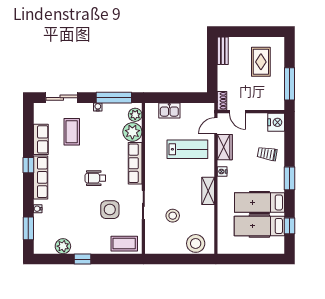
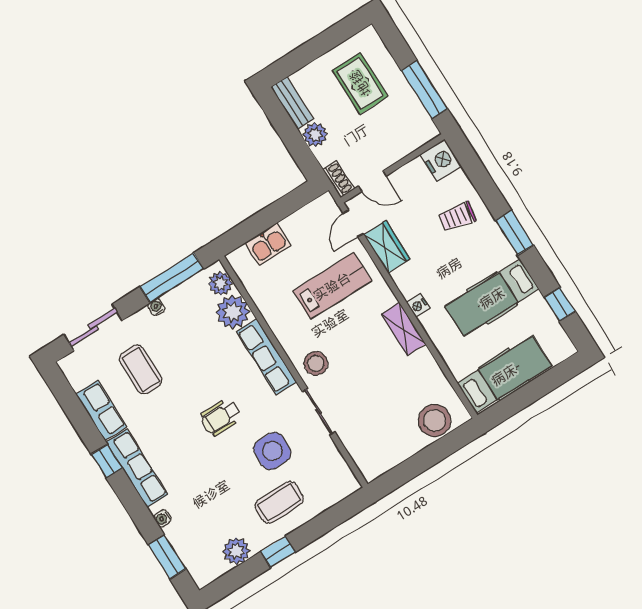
plant: (224, 73) -> (315, 135), added
nightstand: (222, 172) -> (418, 306), moved
stool: (173, 216) -> (316, 363), moved
hospital bed: (259, 226) -> (504, 375), moved, turned 180
coffee table: (124, 244) -> (279, 502), moved

